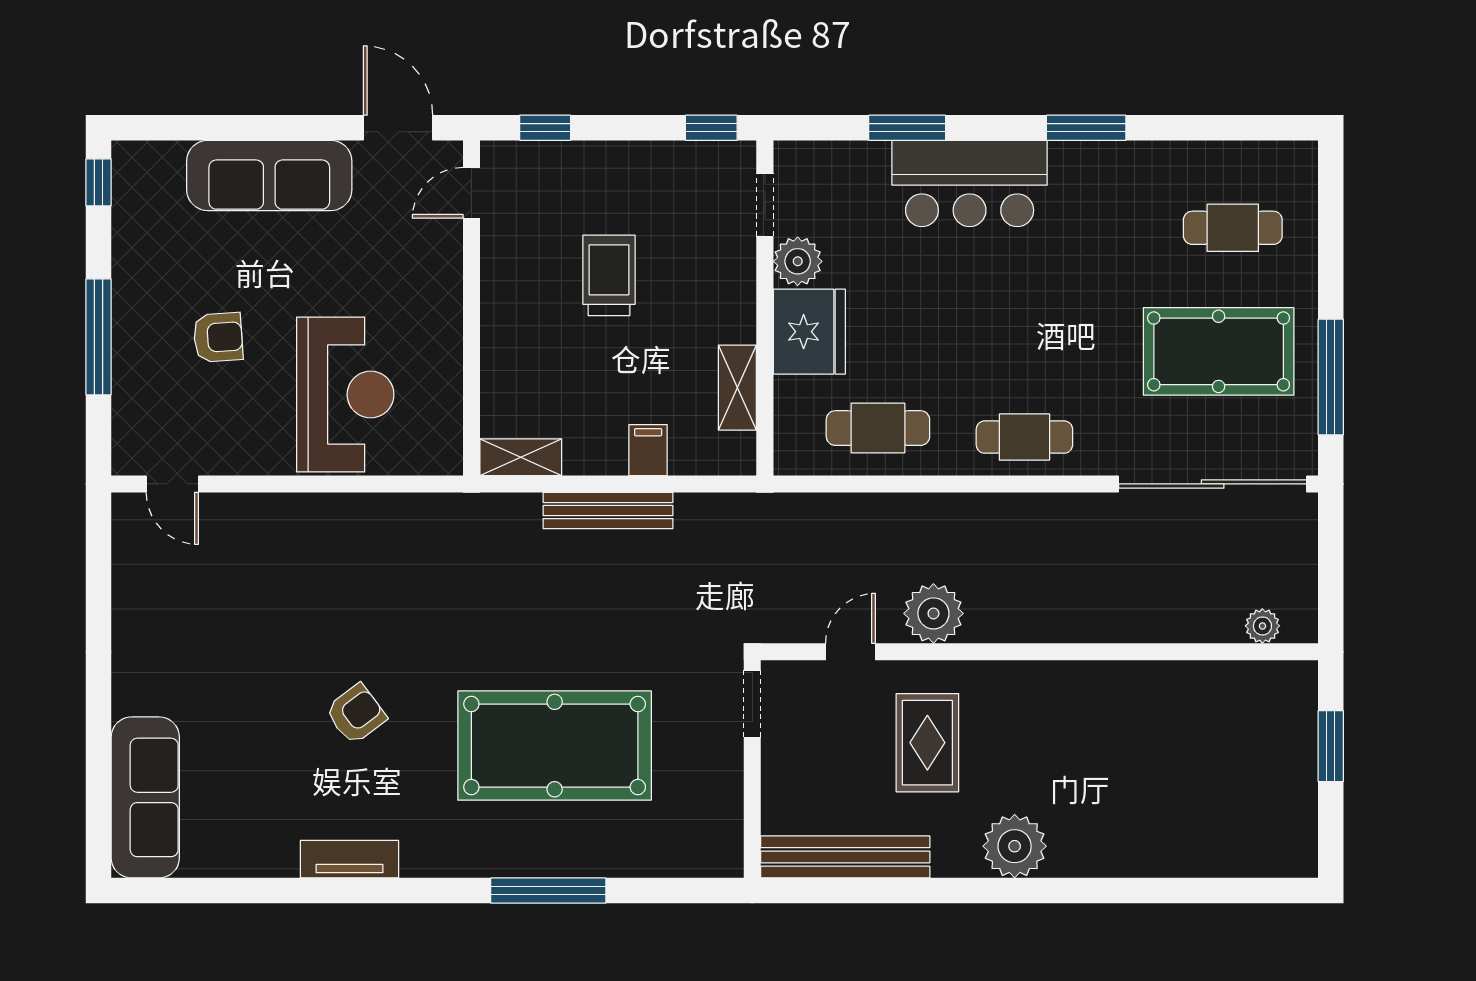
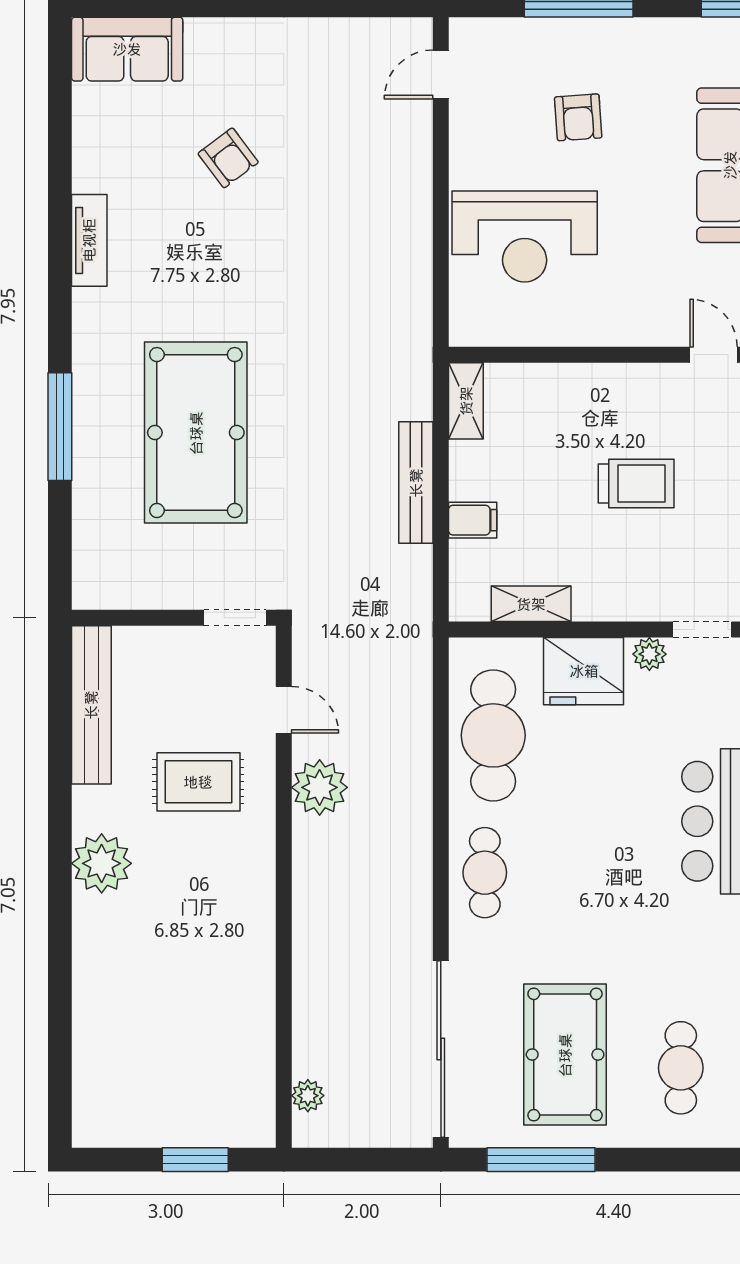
plant: (798, 261) -> (649, 654), width x0.73, depth x0.73
cafe table: (878, 428) -> (493, 735), width x1.37, depth x1.35
armchair: (356, 714) -> (228, 158), moved
sofa: (145, 797) -> (127, 49), width x0.73

